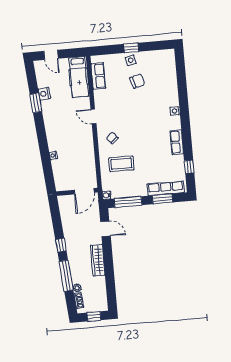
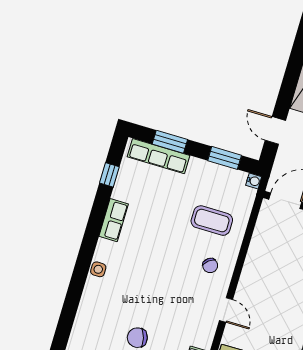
window: (128, 202) -> (225, 158), width x0.69

